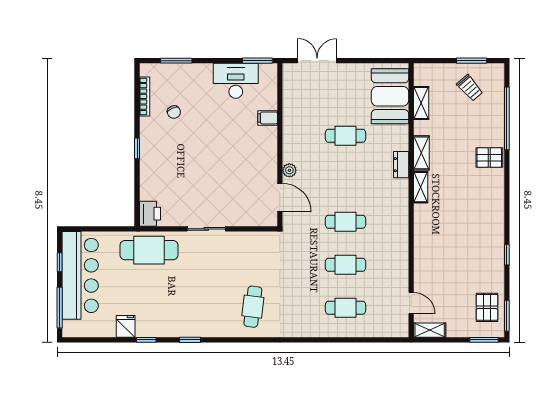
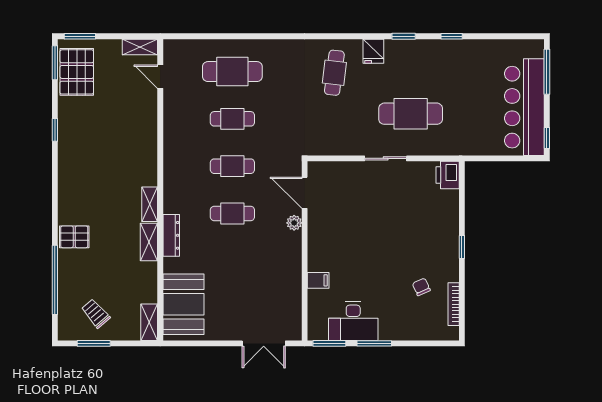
window: (176, 61) -> (374, 343), moved
shelving: (421, 103) -> (149, 322), moved
cafe table: (346, 136) -> (232, 213), moved
dresser: (401, 165) -> (171, 235), width x1.44
cafe table: (149, 250) -> (411, 114), moved
window: (60, 262) -> (547, 138), moved
pallet: (487, 307) -> (77, 72), width x1.50, depth x1.42
cafe table: (346, 308) -> (232, 72), width x1.37, depth x1.35
fridge: (126, 326) -> (373, 51), moved

